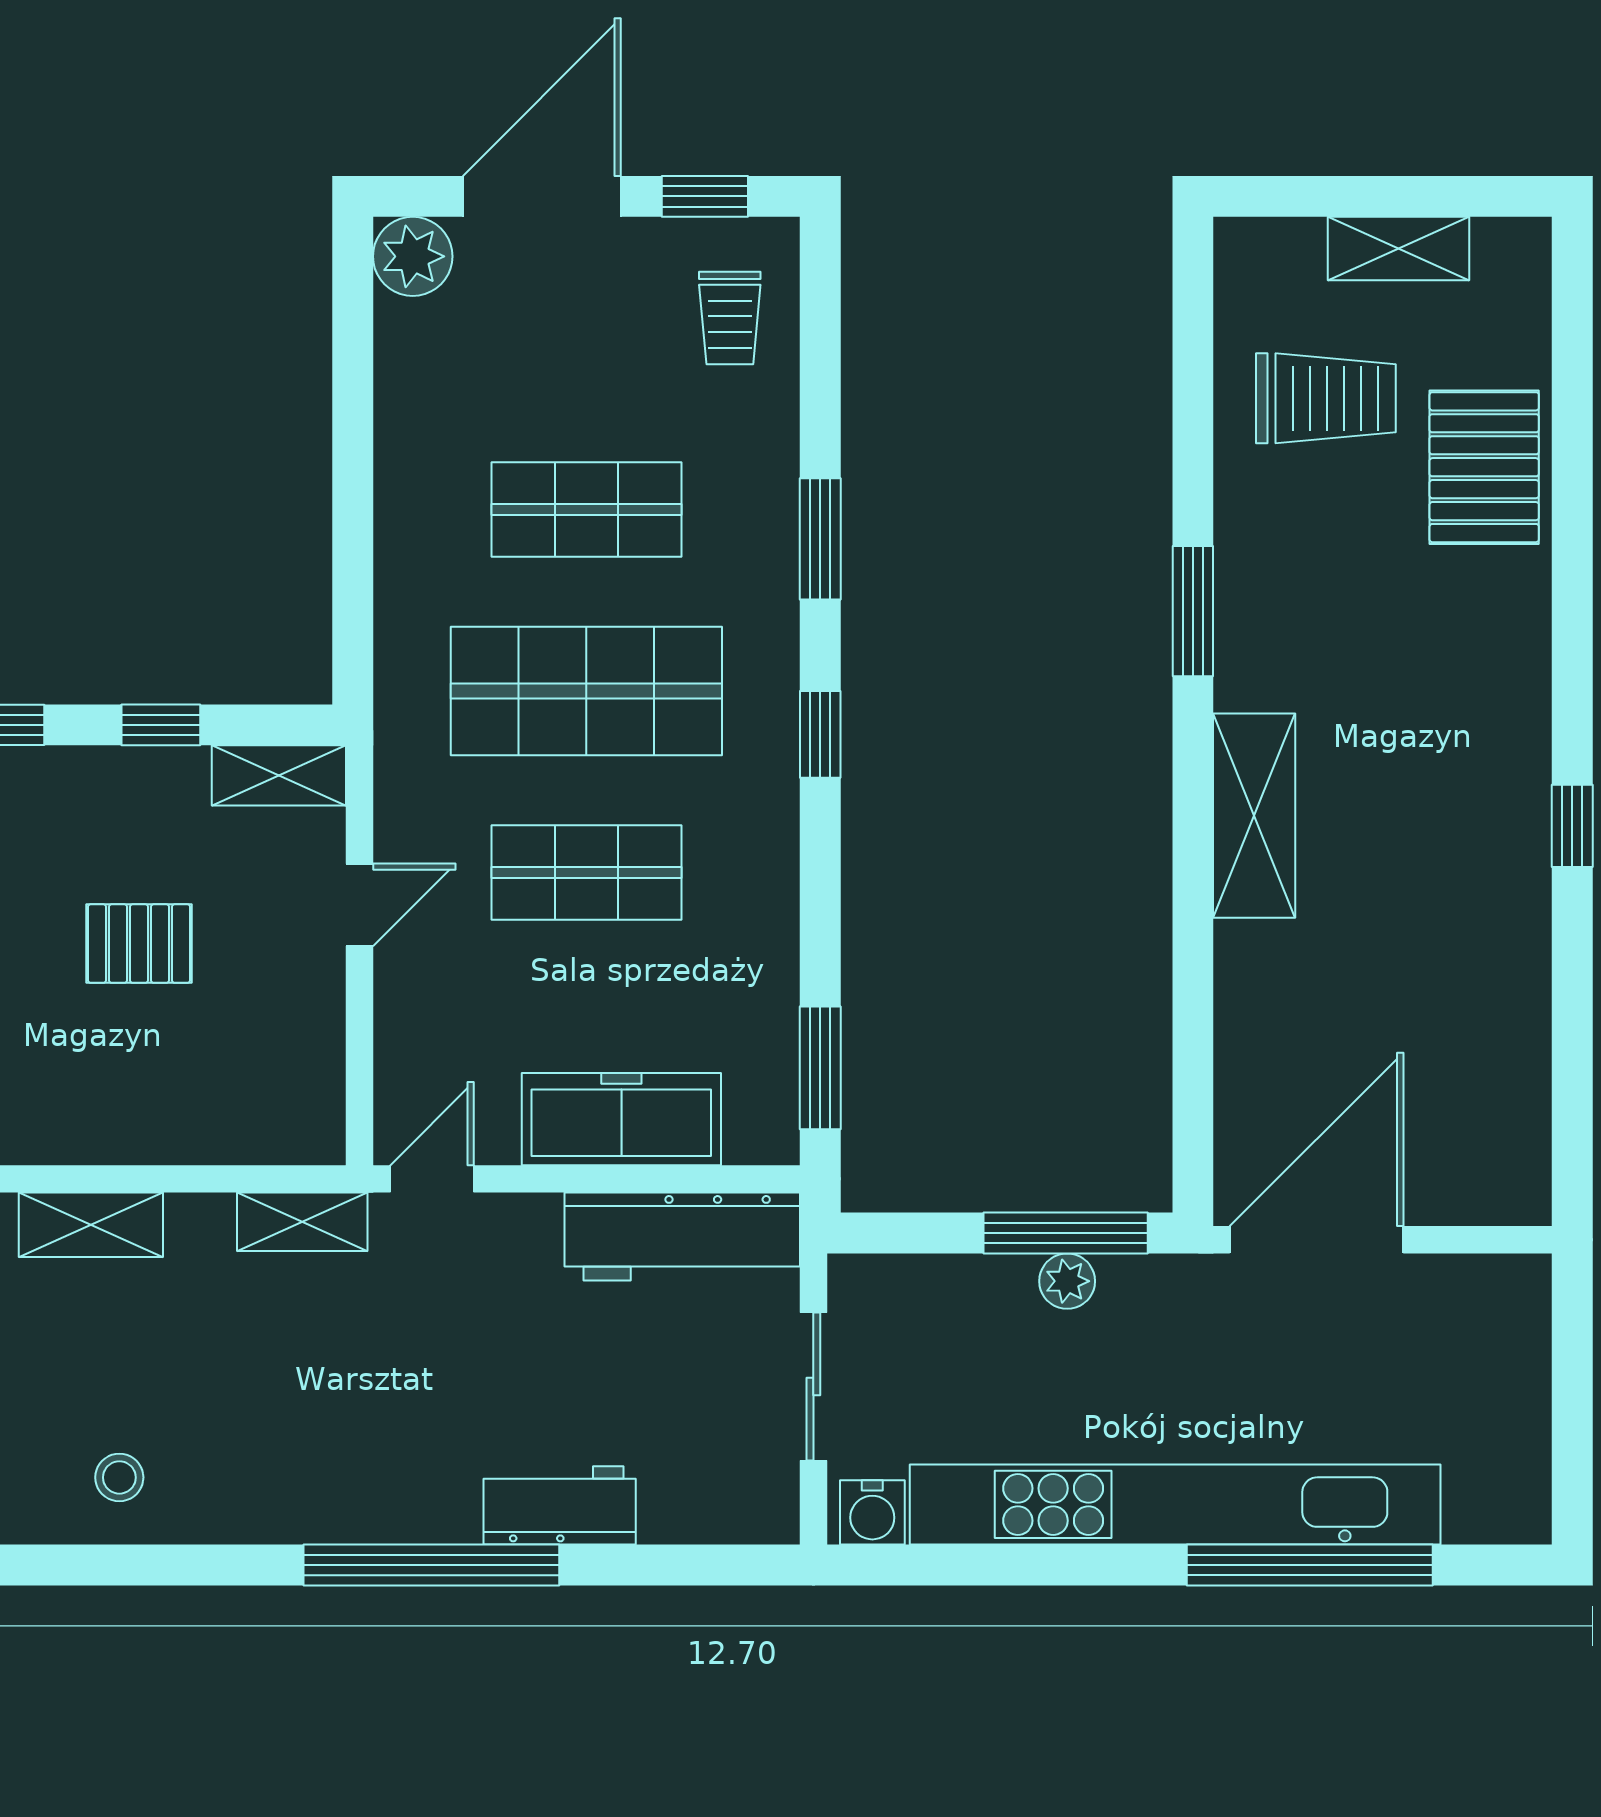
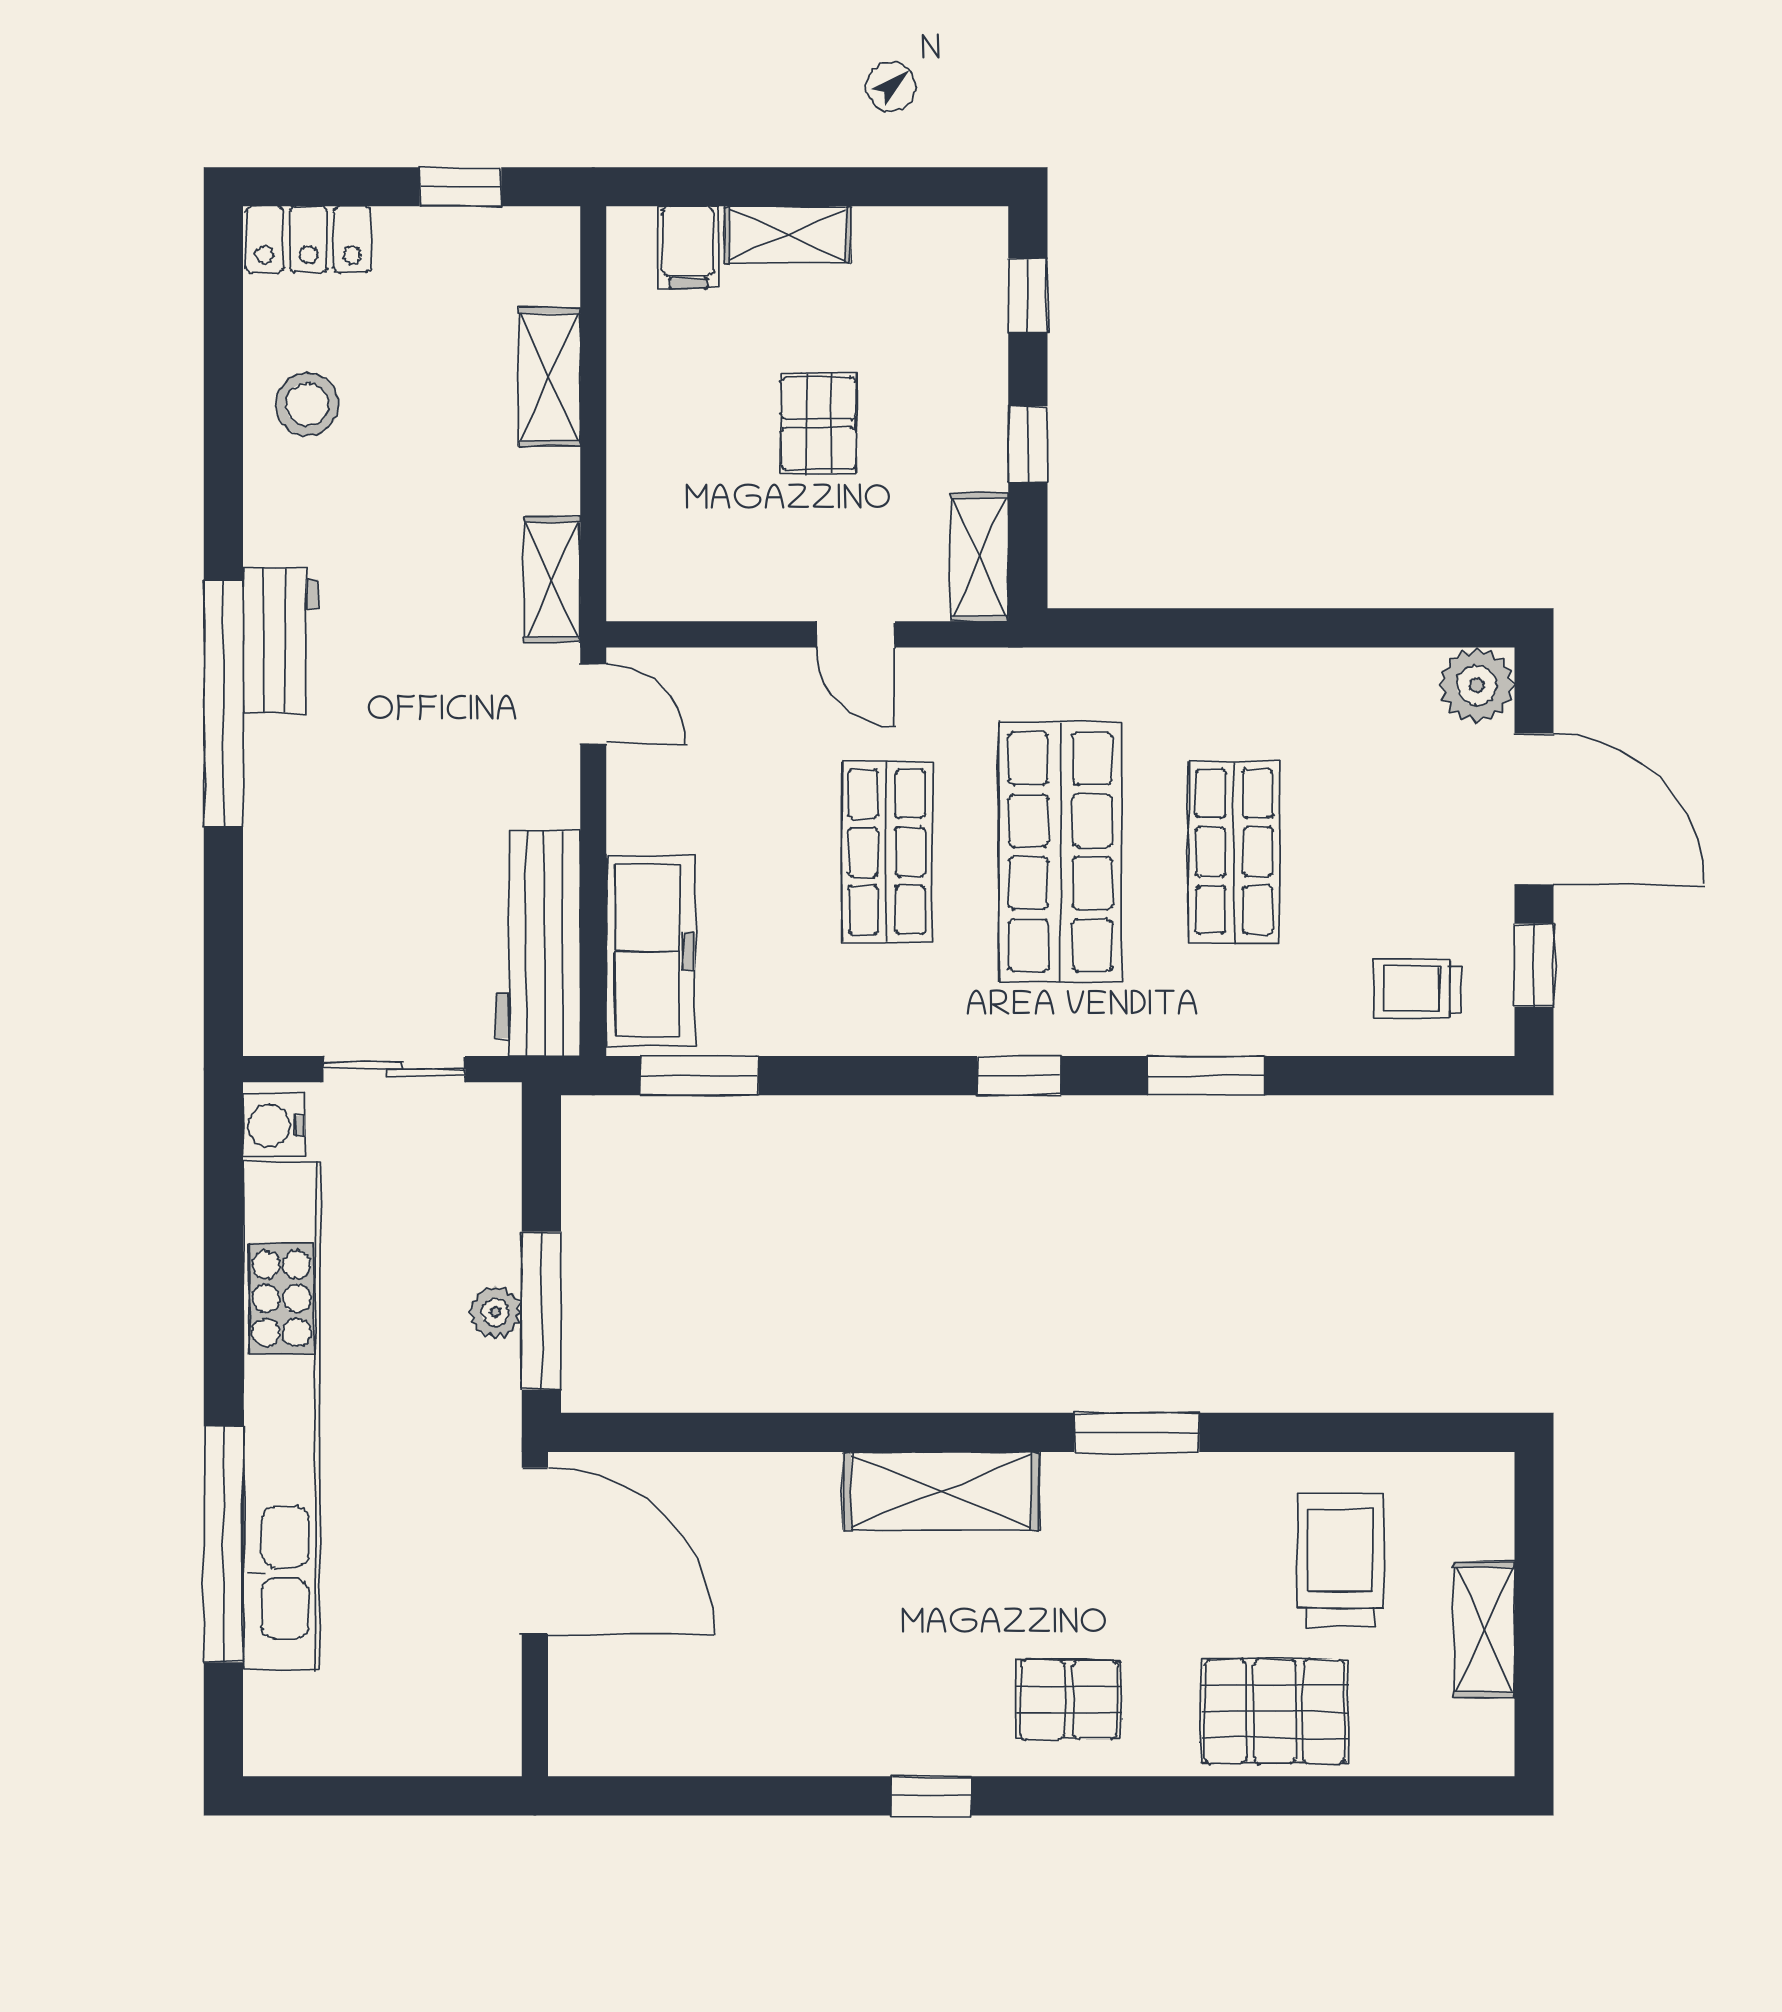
trolley: (1326, 398) -> (1341, 1560), turned 180
pallet: (1472, 682) -> (1069, 1700), added
freezer: (621, 1119) -> (650, 951), moved
stool: (119, 1477) -> (307, 404), width x1.37, depth x1.37
workbench: (560, 1505) -> (281, 641), moved

